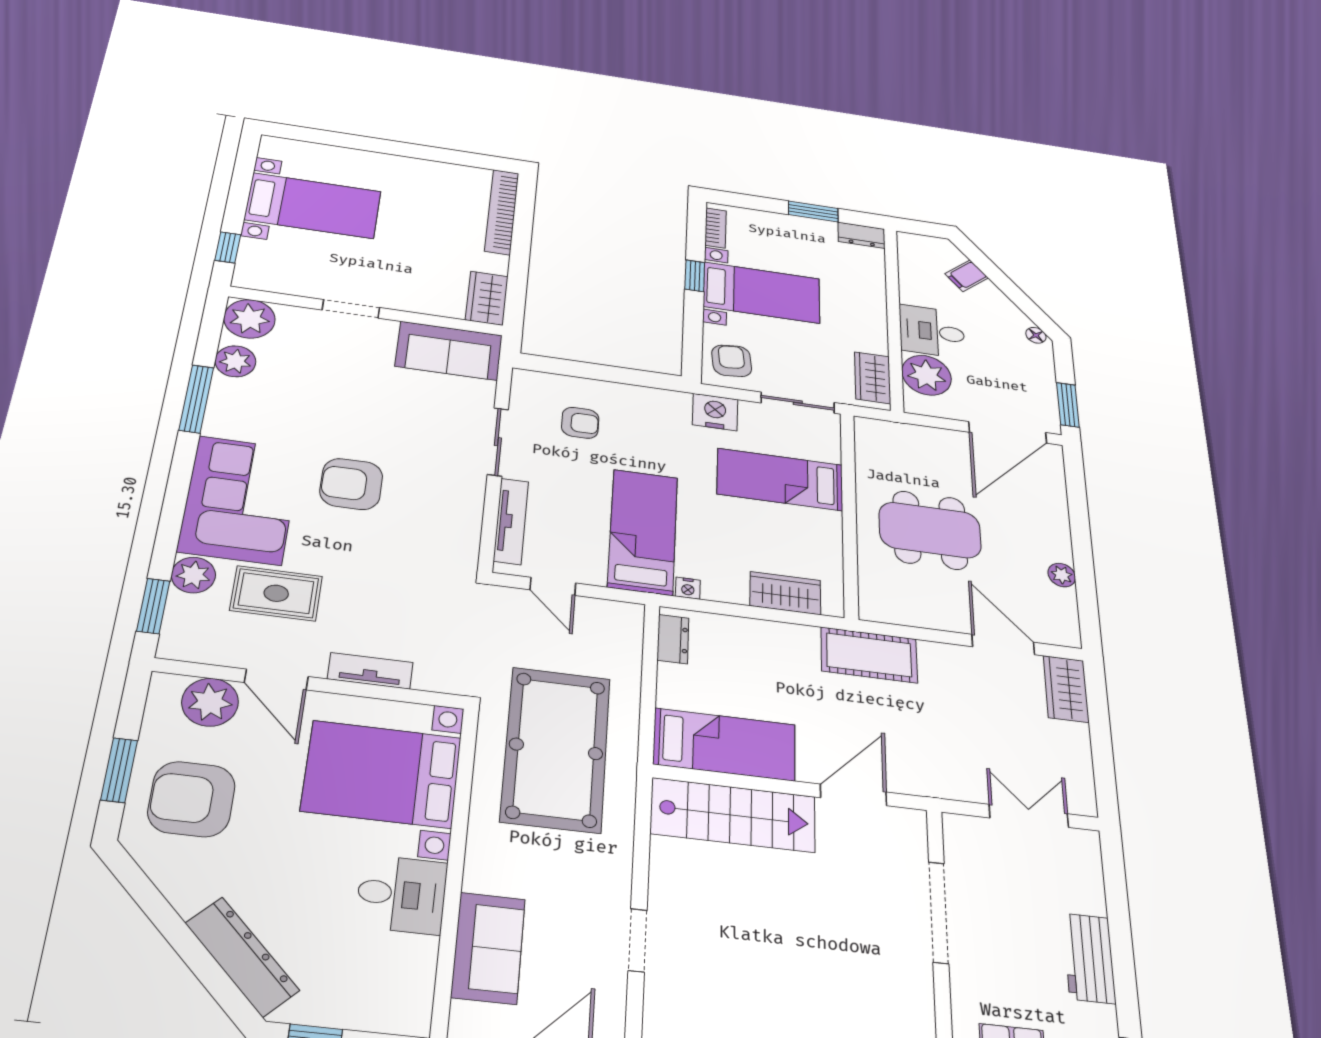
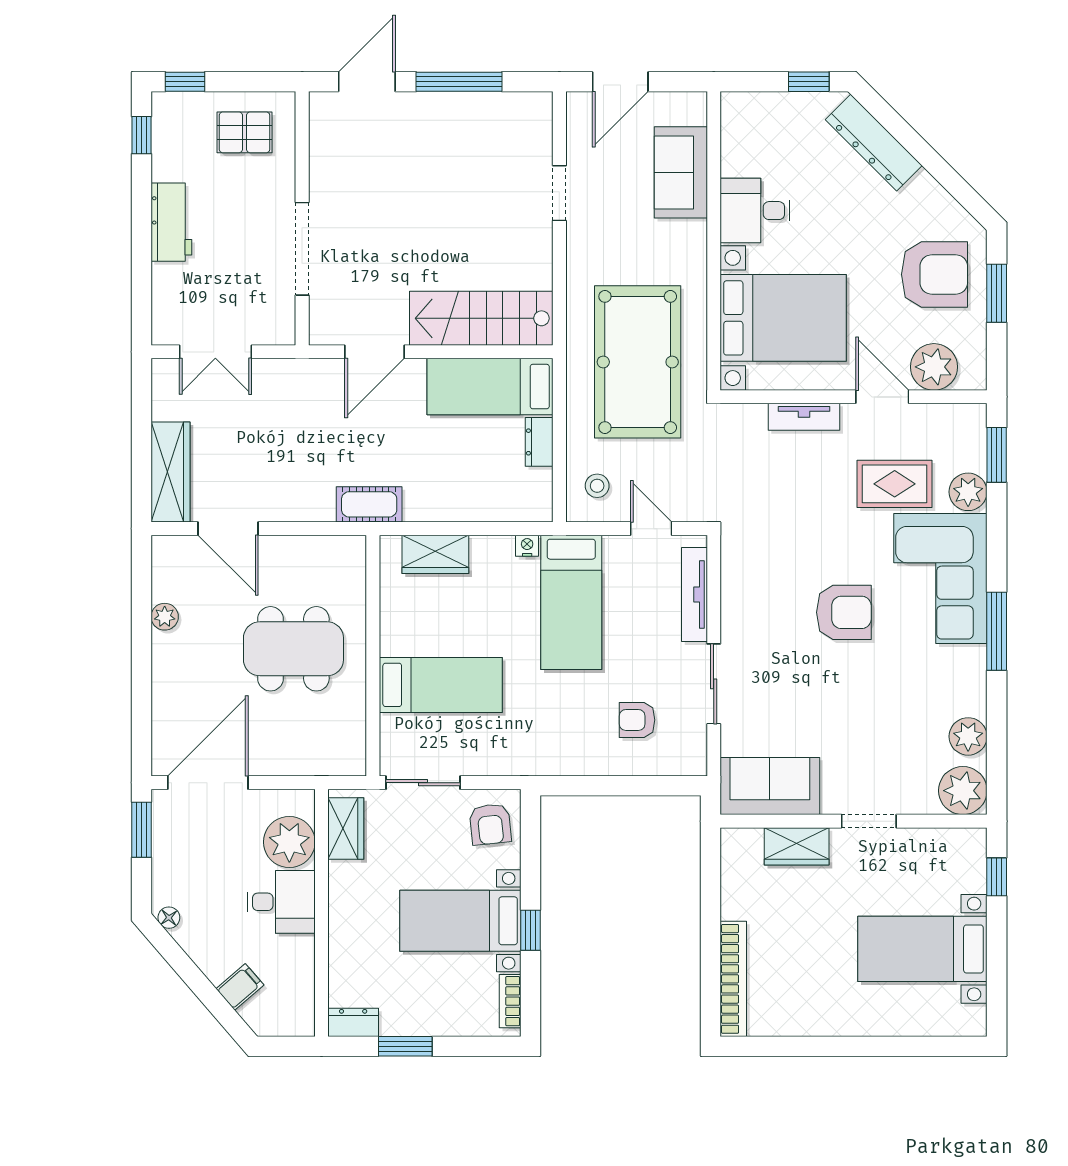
wardrobe: (487, 298) -> (797, 846), moved, turned 90
window: (196, 399) -> (997, 631), moved
nightstand: (715, 412) -> (506, 756), removed
stool: (609, 634) -> (597, 486), added
dresser: (673, 639) -> (539, 442), moved
cot: (869, 655) -> (369, 504), width x0.73, depth x0.75
wardrobe: (1066, 689) -> (170, 472), width x1.50

